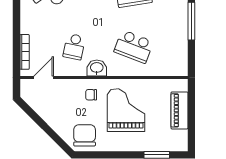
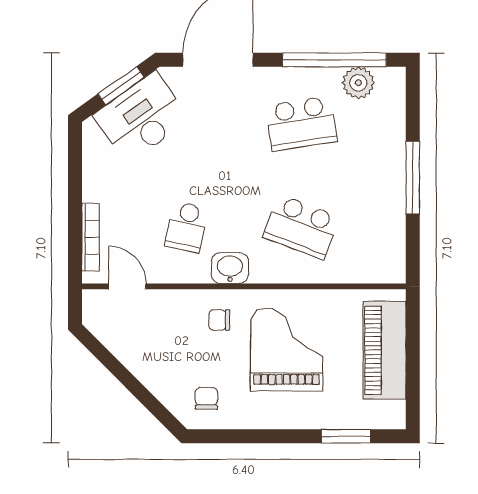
door: (44, 77) -> (127, 286), hinge flipped
piano: (179, 110) -> (385, 350), width x1.37, depth x1.33
chair: (85, 135) -> (206, 398), width x0.54, depth x0.54

